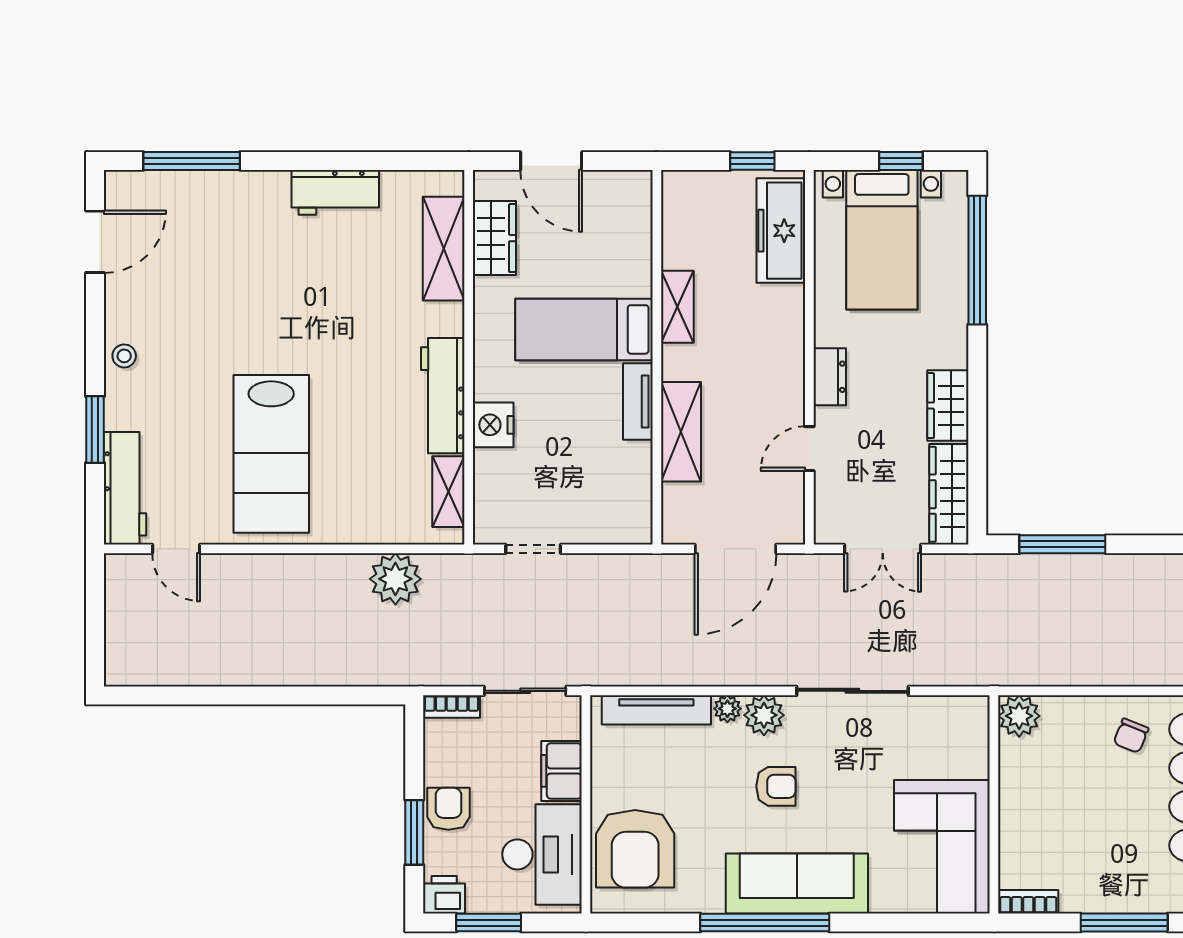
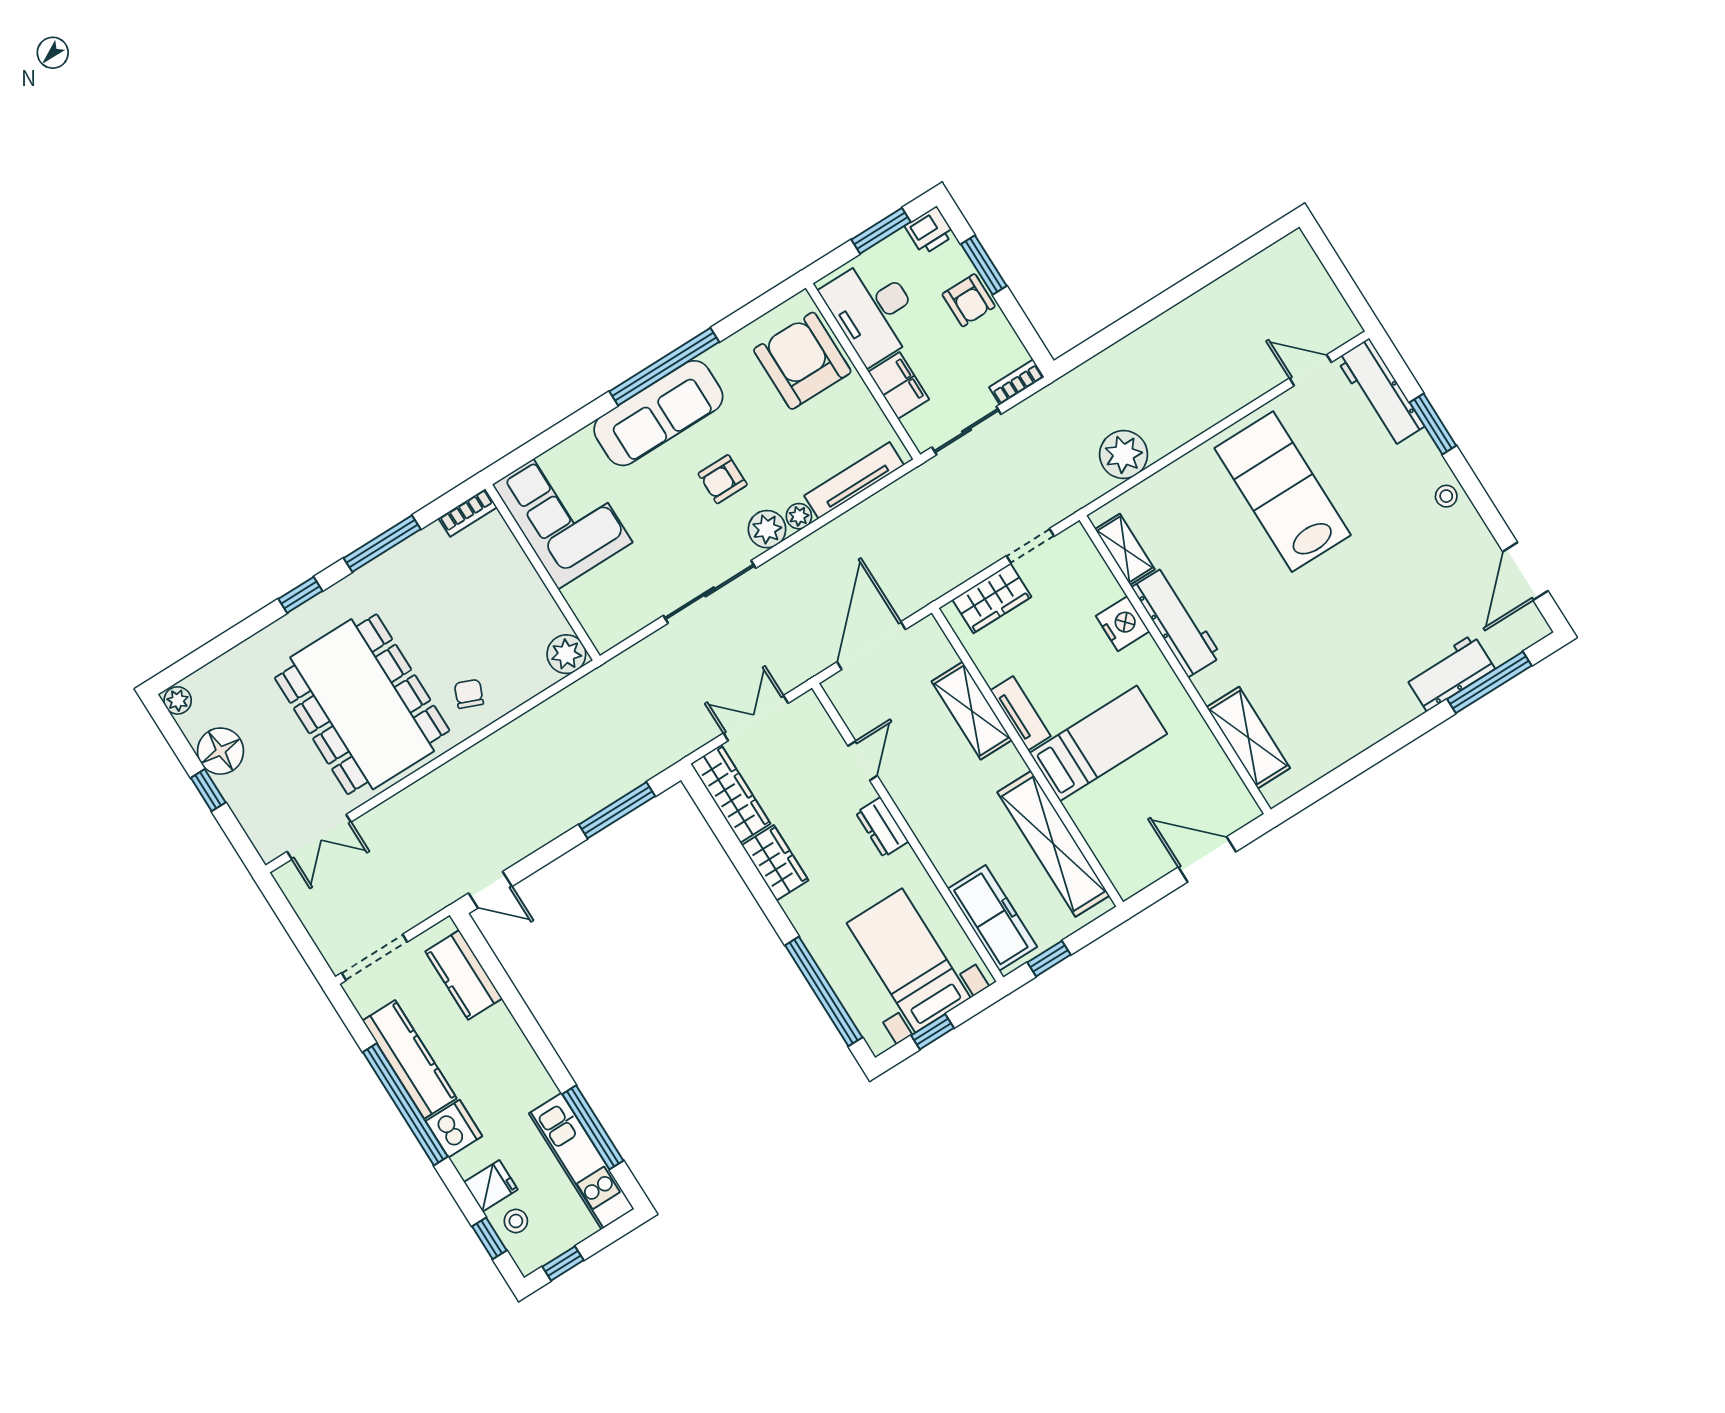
workbench: (335, 192) -> (1450, 673), moved
wardrobe: (494, 238) -> (992, 598), moved, turned -90
shelving: (677, 307) -> (1053, 844), width x2.20, depth x1.33

